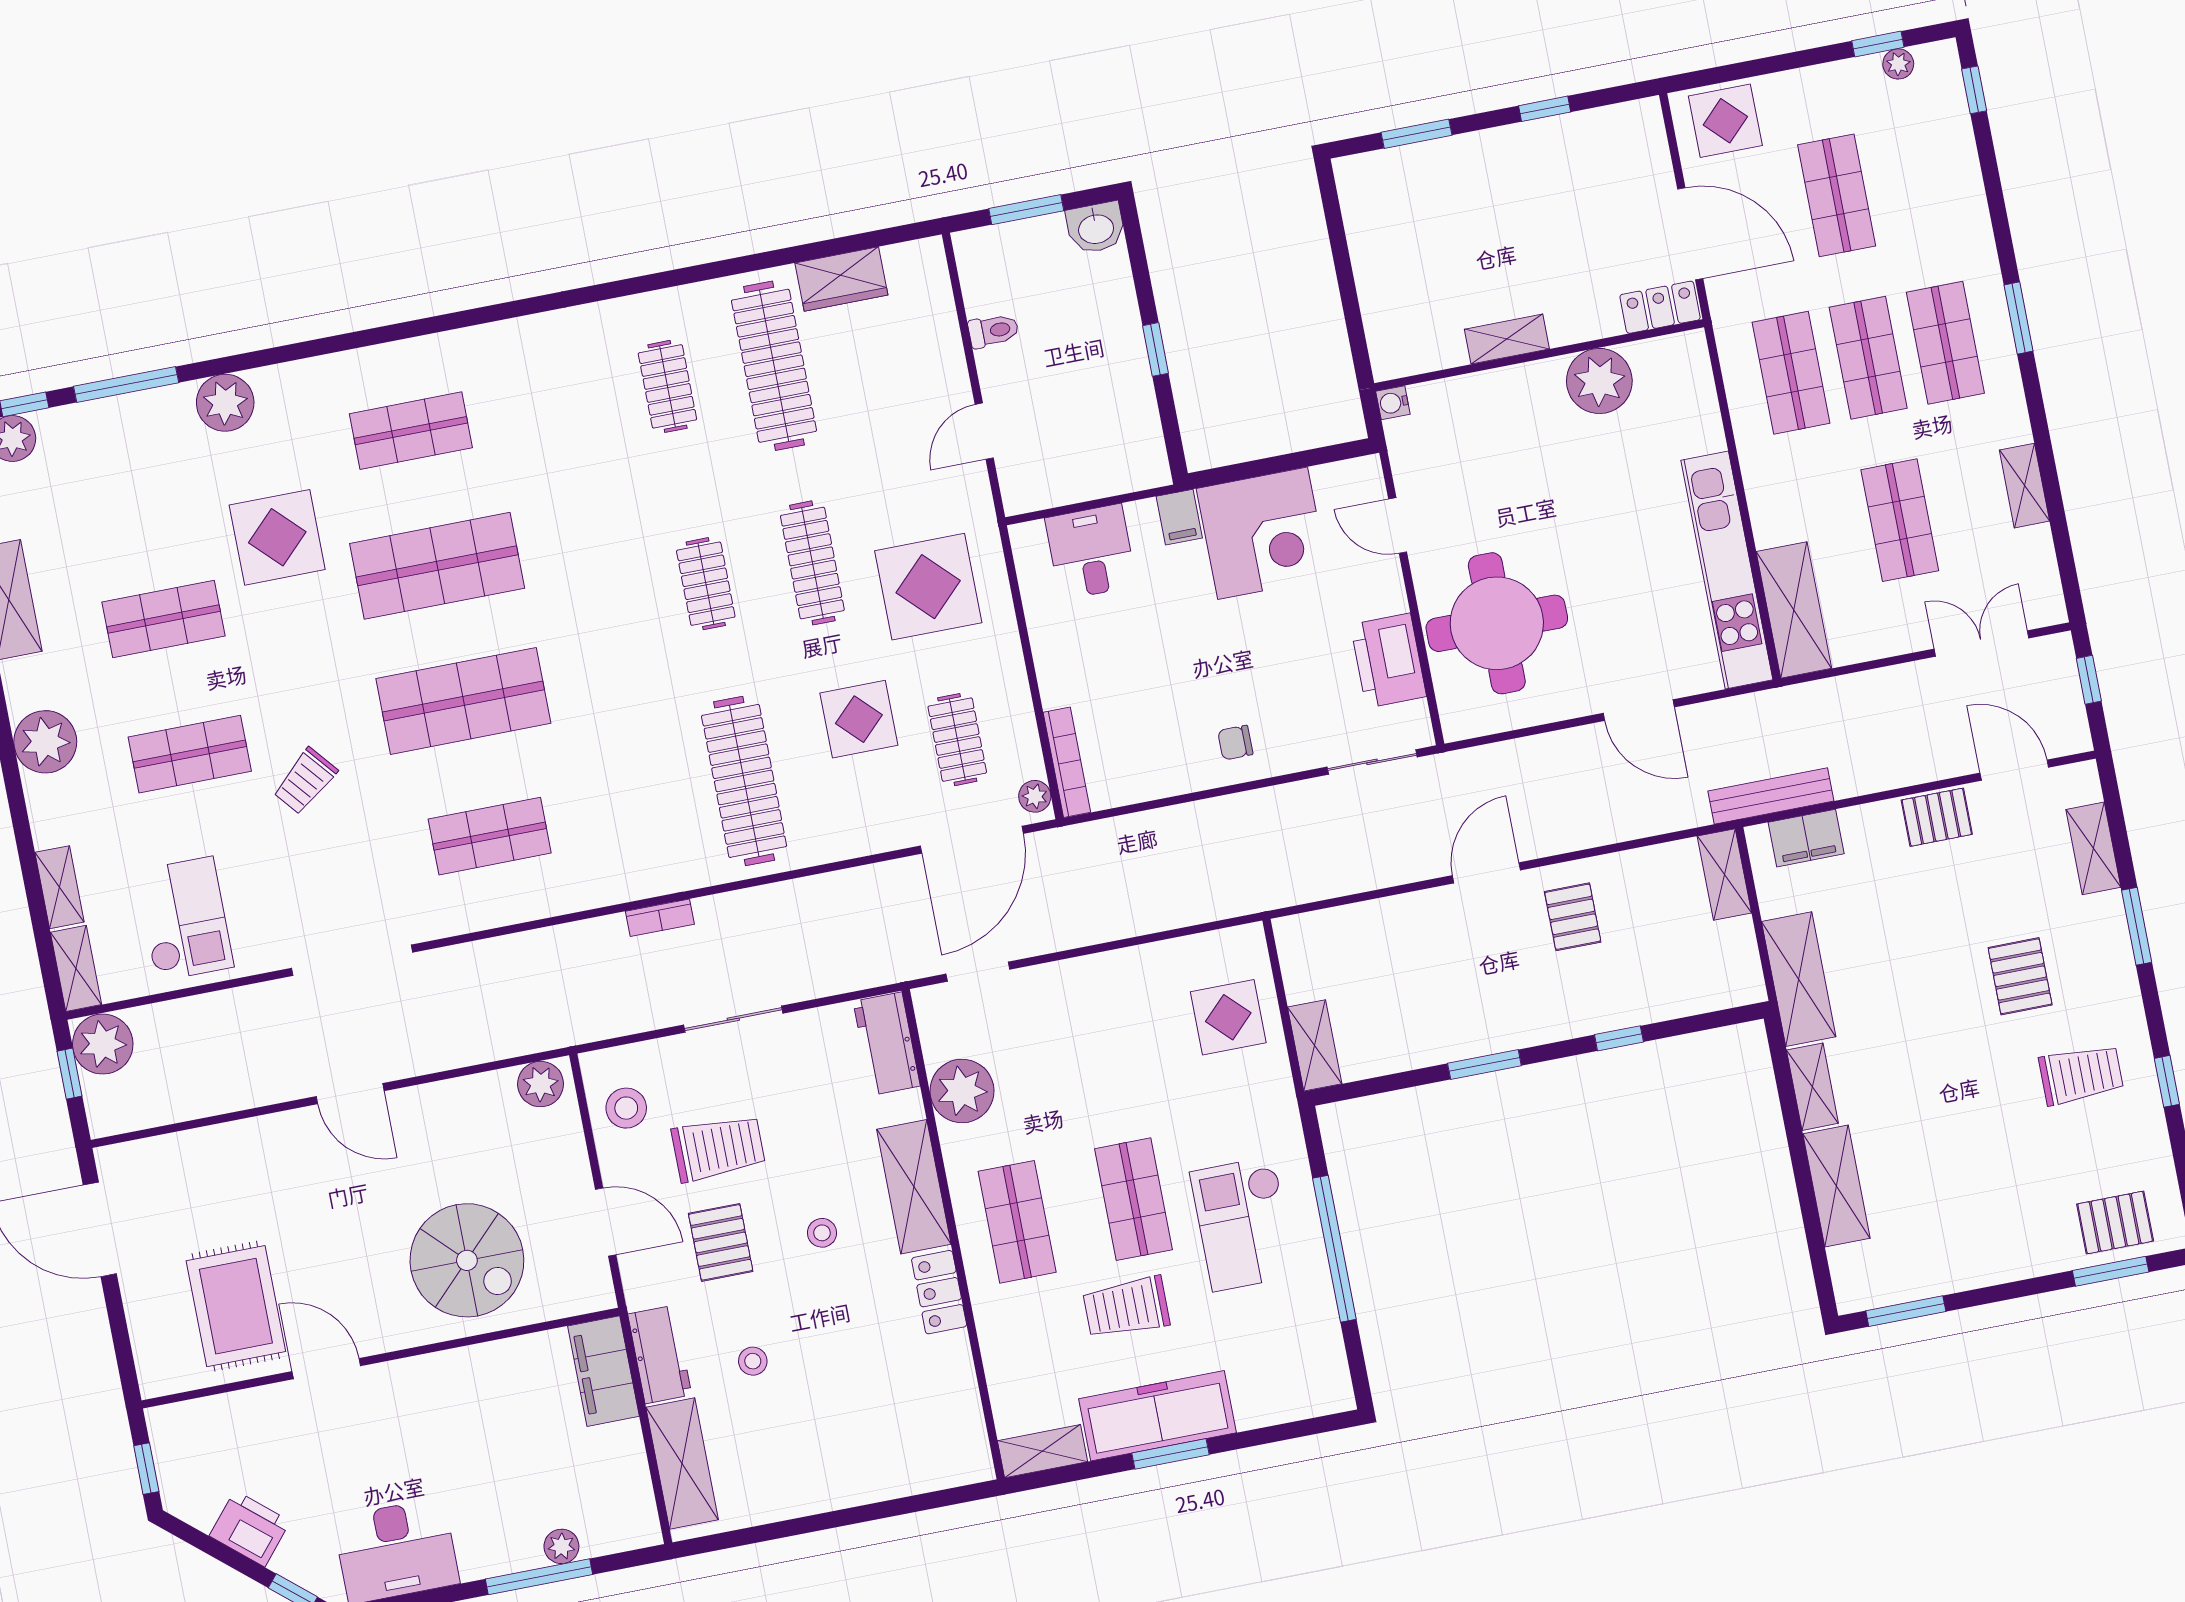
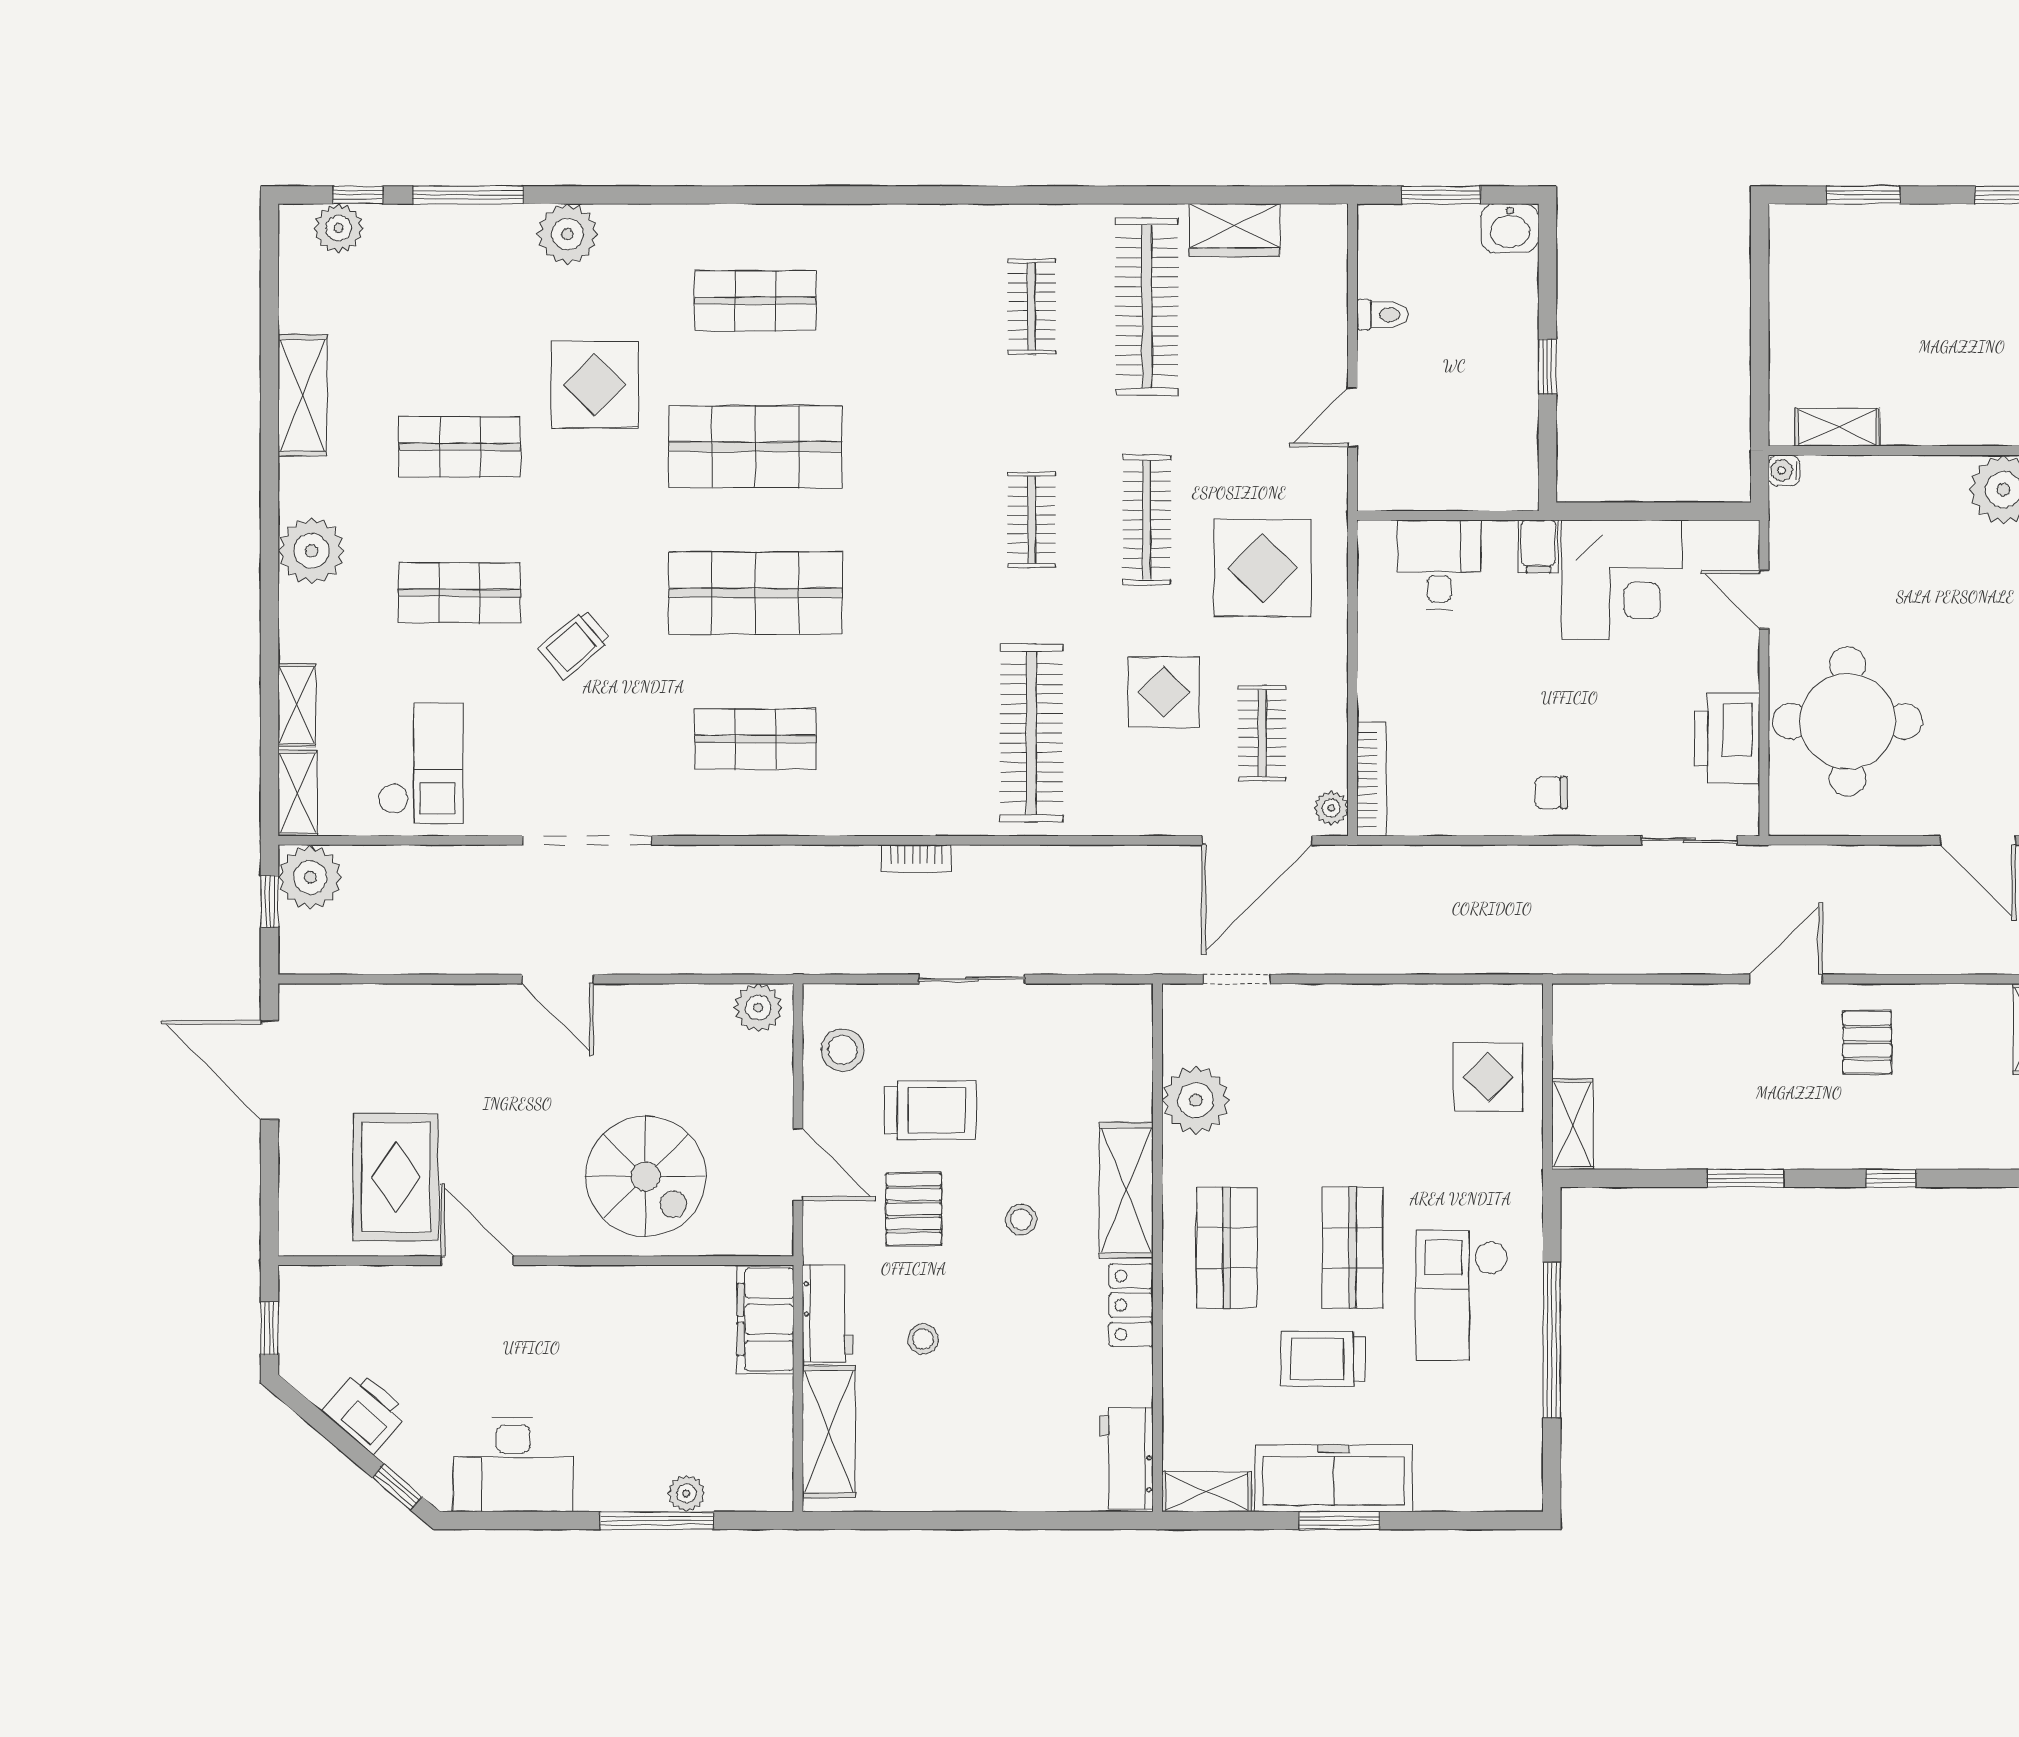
shelving: (1507, 339) -> (1837, 427), moved
workbench: (887, 1044) -> (1127, 1458), moved

